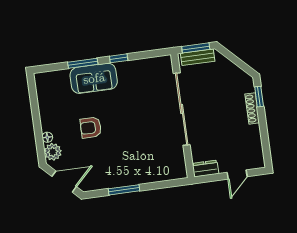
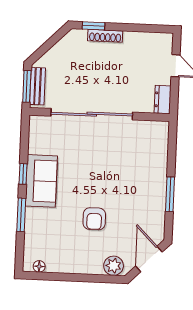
sofa: (94, 78) -> (41, 181), moved
floor lamp: (47, 137) -> (39, 266), moved

